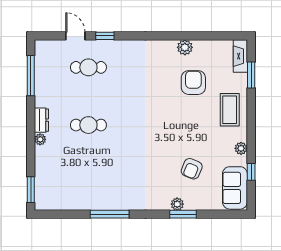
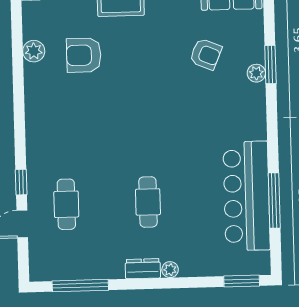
plant: (185, 47) -> (34, 51), moved
bar counter: (91, 195) -> (247, 196), added
window: (110, 214) -> (274, 200), moved

